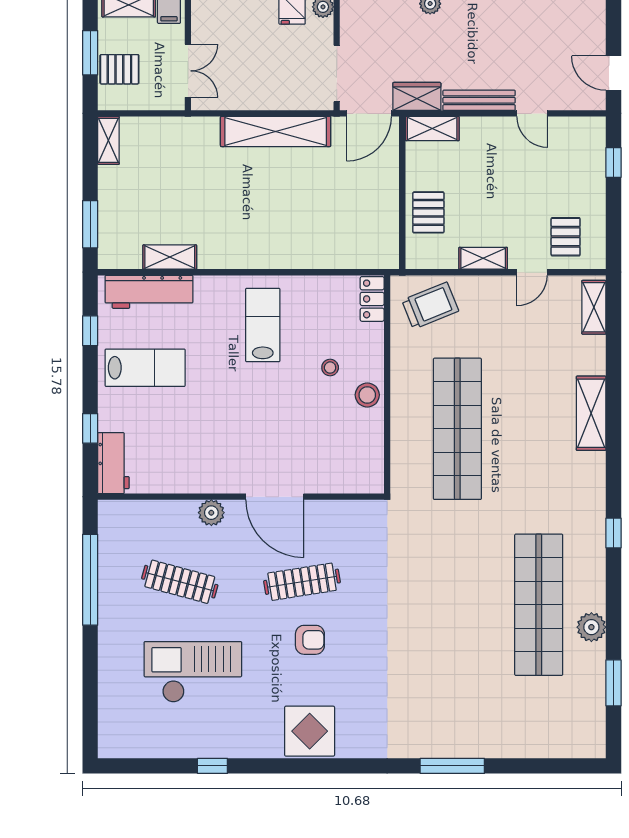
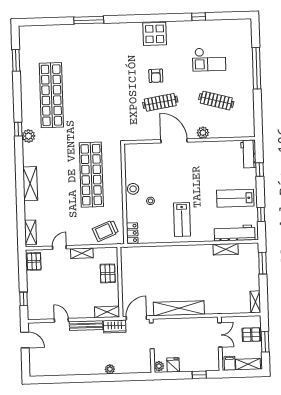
double door: (188, 71) -> (220, 335), swing flipped
pallet: (566, 237) -> (34, 261), moved
window: (90, 580) -> (256, 68), moved
plant: (591, 627) -> (29, 136), moved
armchair: (310, 640) -> (156, 76), turned -90
checkout: (193, 672) -> (209, 59), width x0.73, depth x0.83

